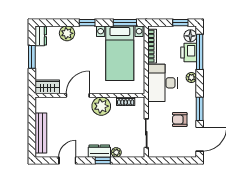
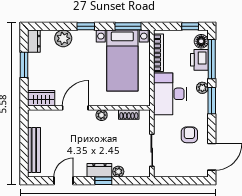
plant: (101, 106) -> (102, 115), width x0.53, depth x0.53
window: (200, 109) -> (212, 101), moved
armchair: (180, 120) -> (189, 135), turned 90

